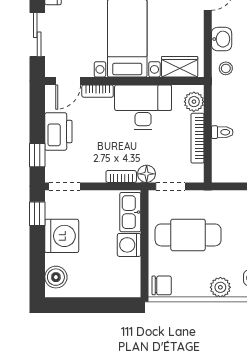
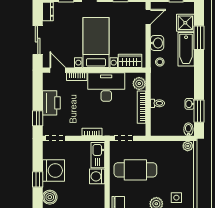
door: (68, 81) -> (58, 70), swing flipped
floor lamp: (147, 174) -> (108, 130), removed
window: (37, 214) -> (38, 179), moved

